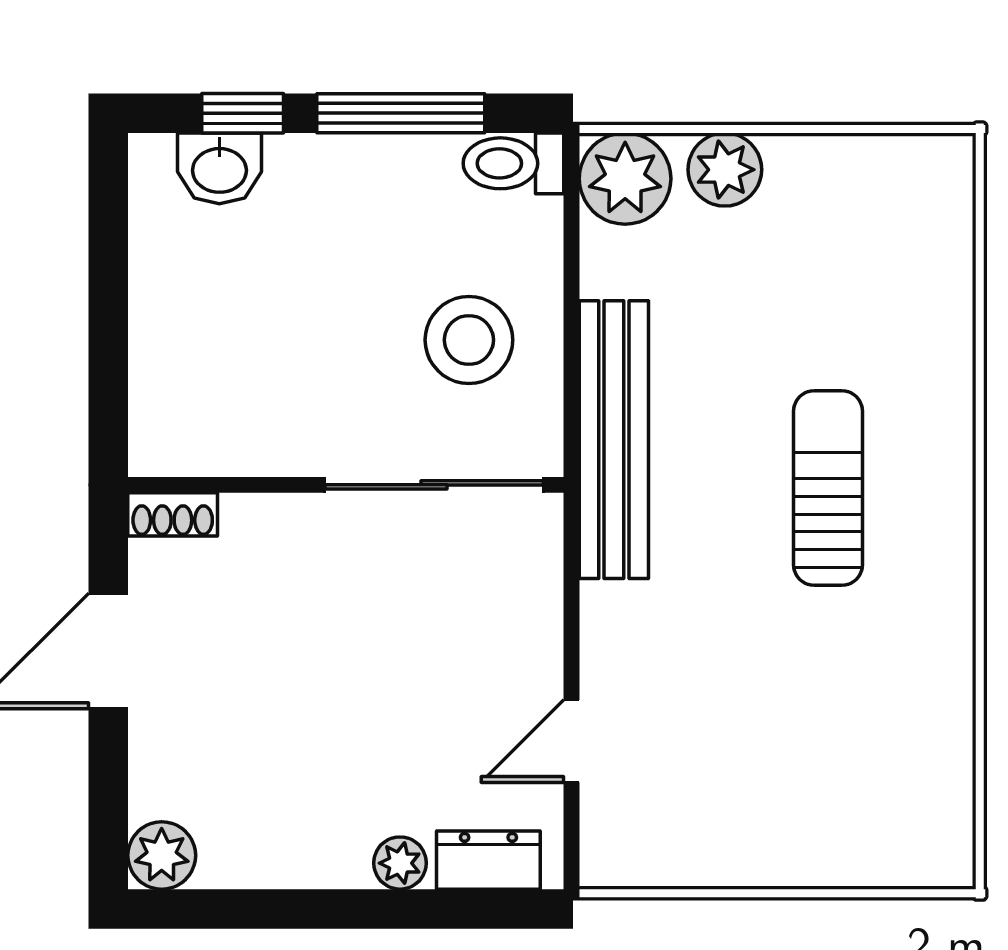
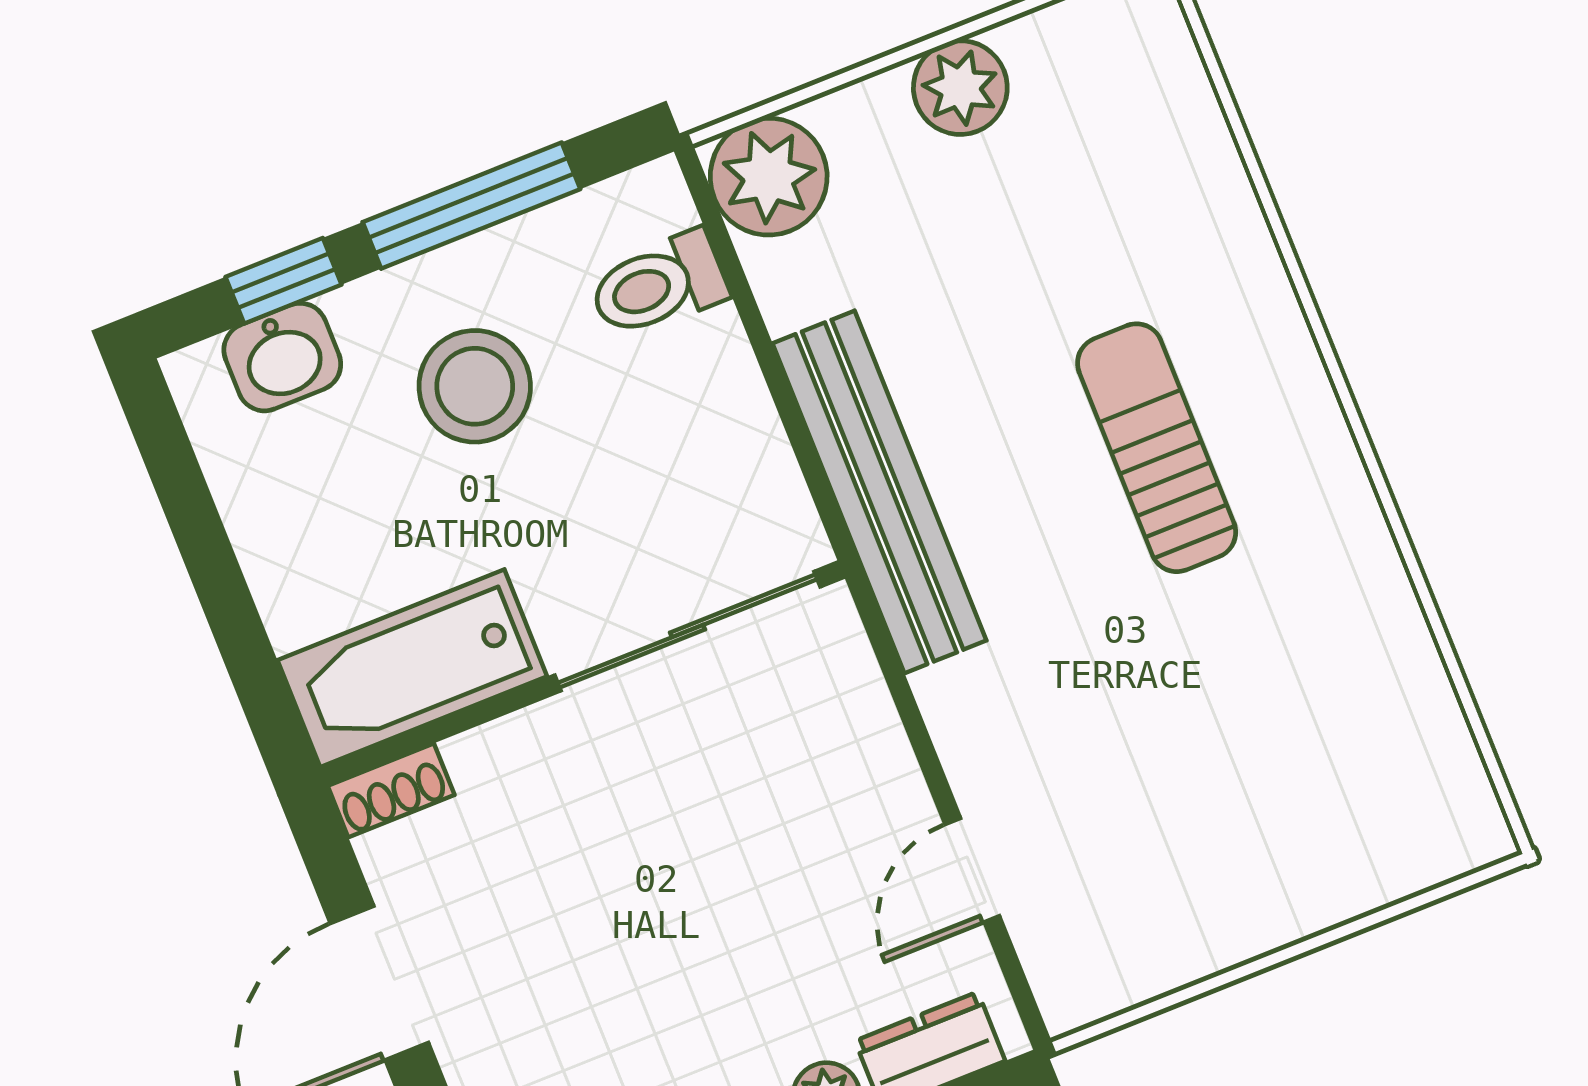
toilet: (513, 163) -> (658, 285), moved
plant: (725, 170) -> (960, 88), moved
stool: (469, 340) -> (475, 386), moved
bathtub: (224, 432) -> (412, 668), added

